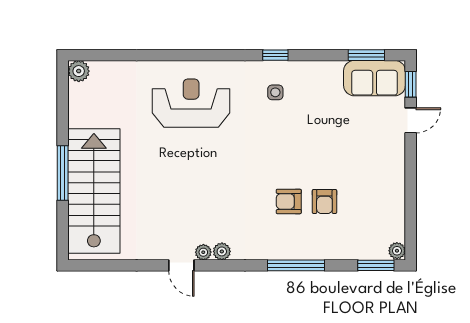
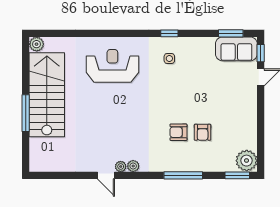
stairs: (94, 191) -> (47, 95), moved
plant: (397, 251) -> (247, 161), width x1.87, depth x1.87

